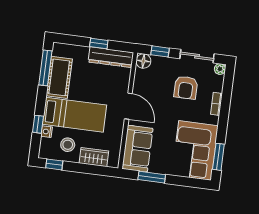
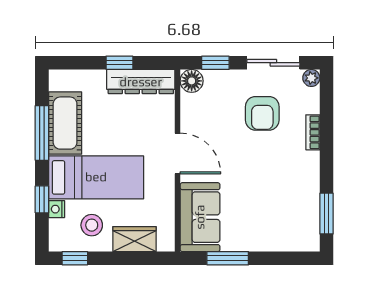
window: (45, 68) -> (42, 133), moved
corner sofa: (195, 150) -> (289, 208), removed

